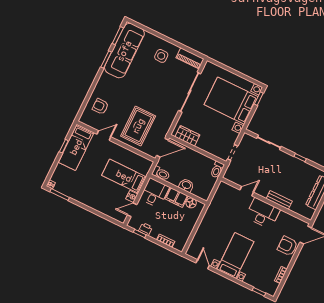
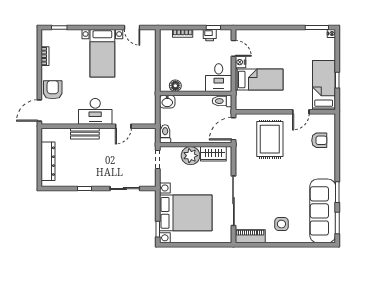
plant: (206, 143) -> (191, 156), added
washbasin: (186, 185) -> (167, 102), moved
filing cabinet: (176, 197) -> (193, 84), removed
door: (132, 210) -> (233, 48), hinge flipped
armchair: (287, 246) -> (53, 90), turned -90

